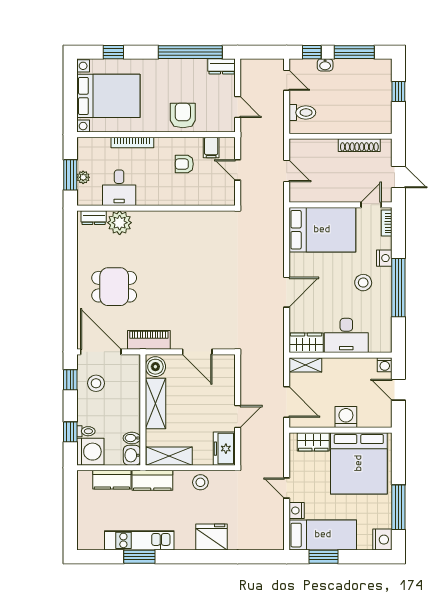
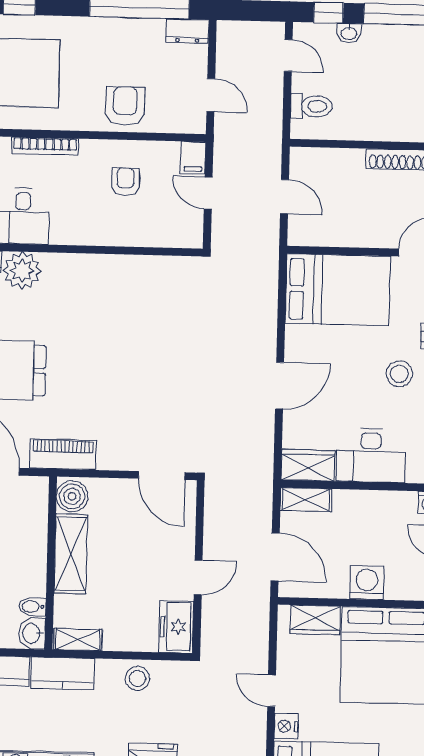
filing cabinet: (211, 147) -> (193, 158), moved
armchair: (184, 164) -> (125, 182), turned 90
door: (197, 352) -> (162, 476), moved
shelving: (169, 456) -> (78, 640), width x0.67, depth x0.75

